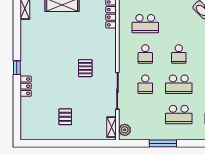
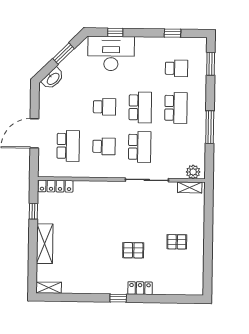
pallet: (85, 68) -> (133, 250), moved
school desk: (145, 84) -> (140, 147), width x1.85

